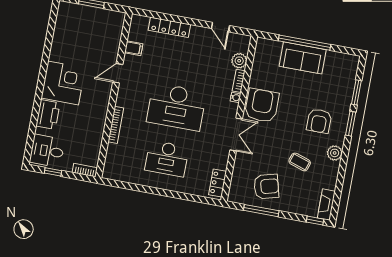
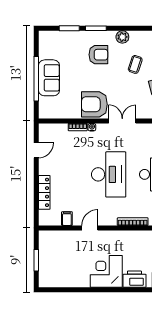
plant: (239, 61) -> (61, 130), removed
door: (118, 73) -> (90, 228), swing flipped

